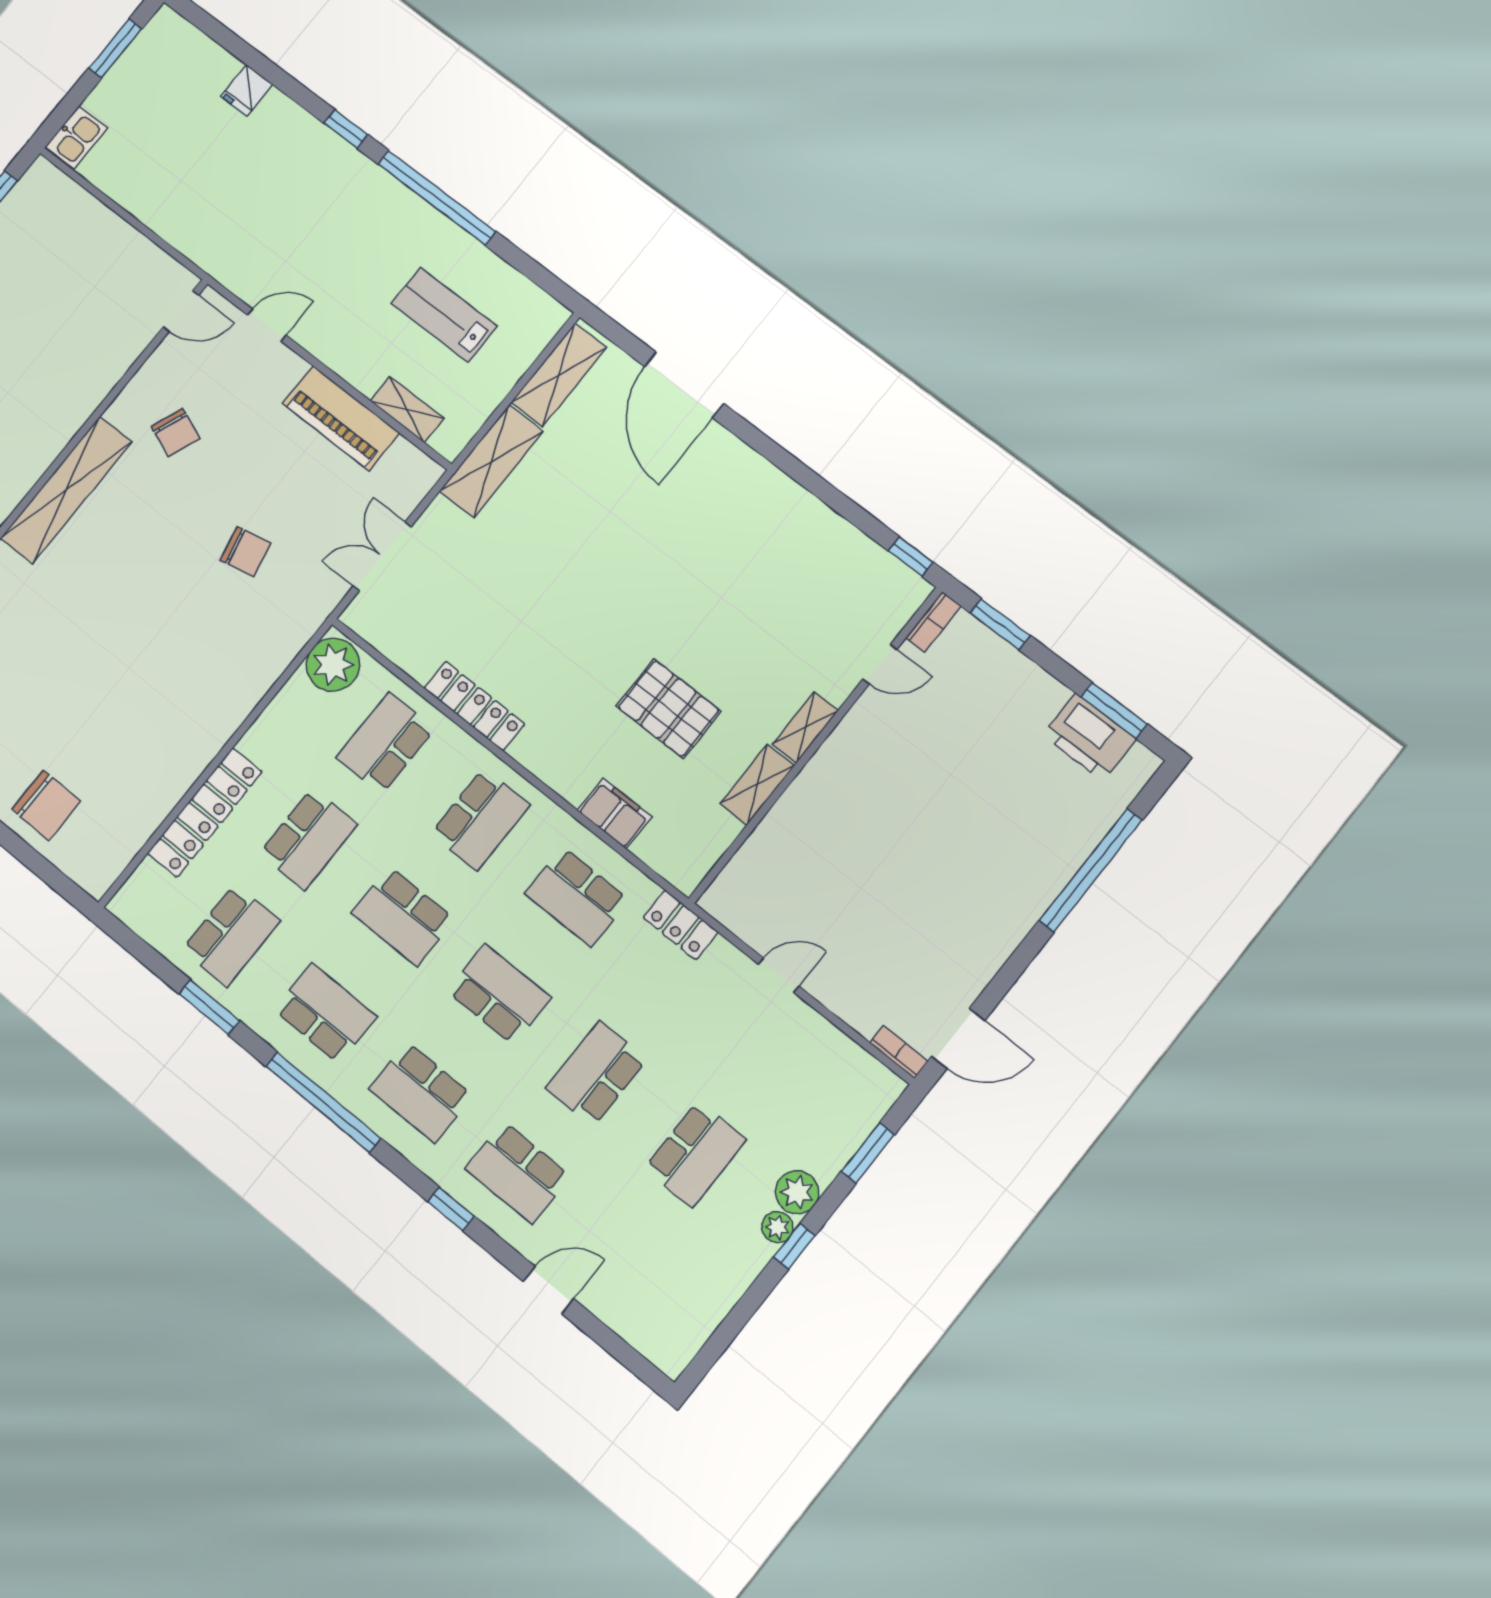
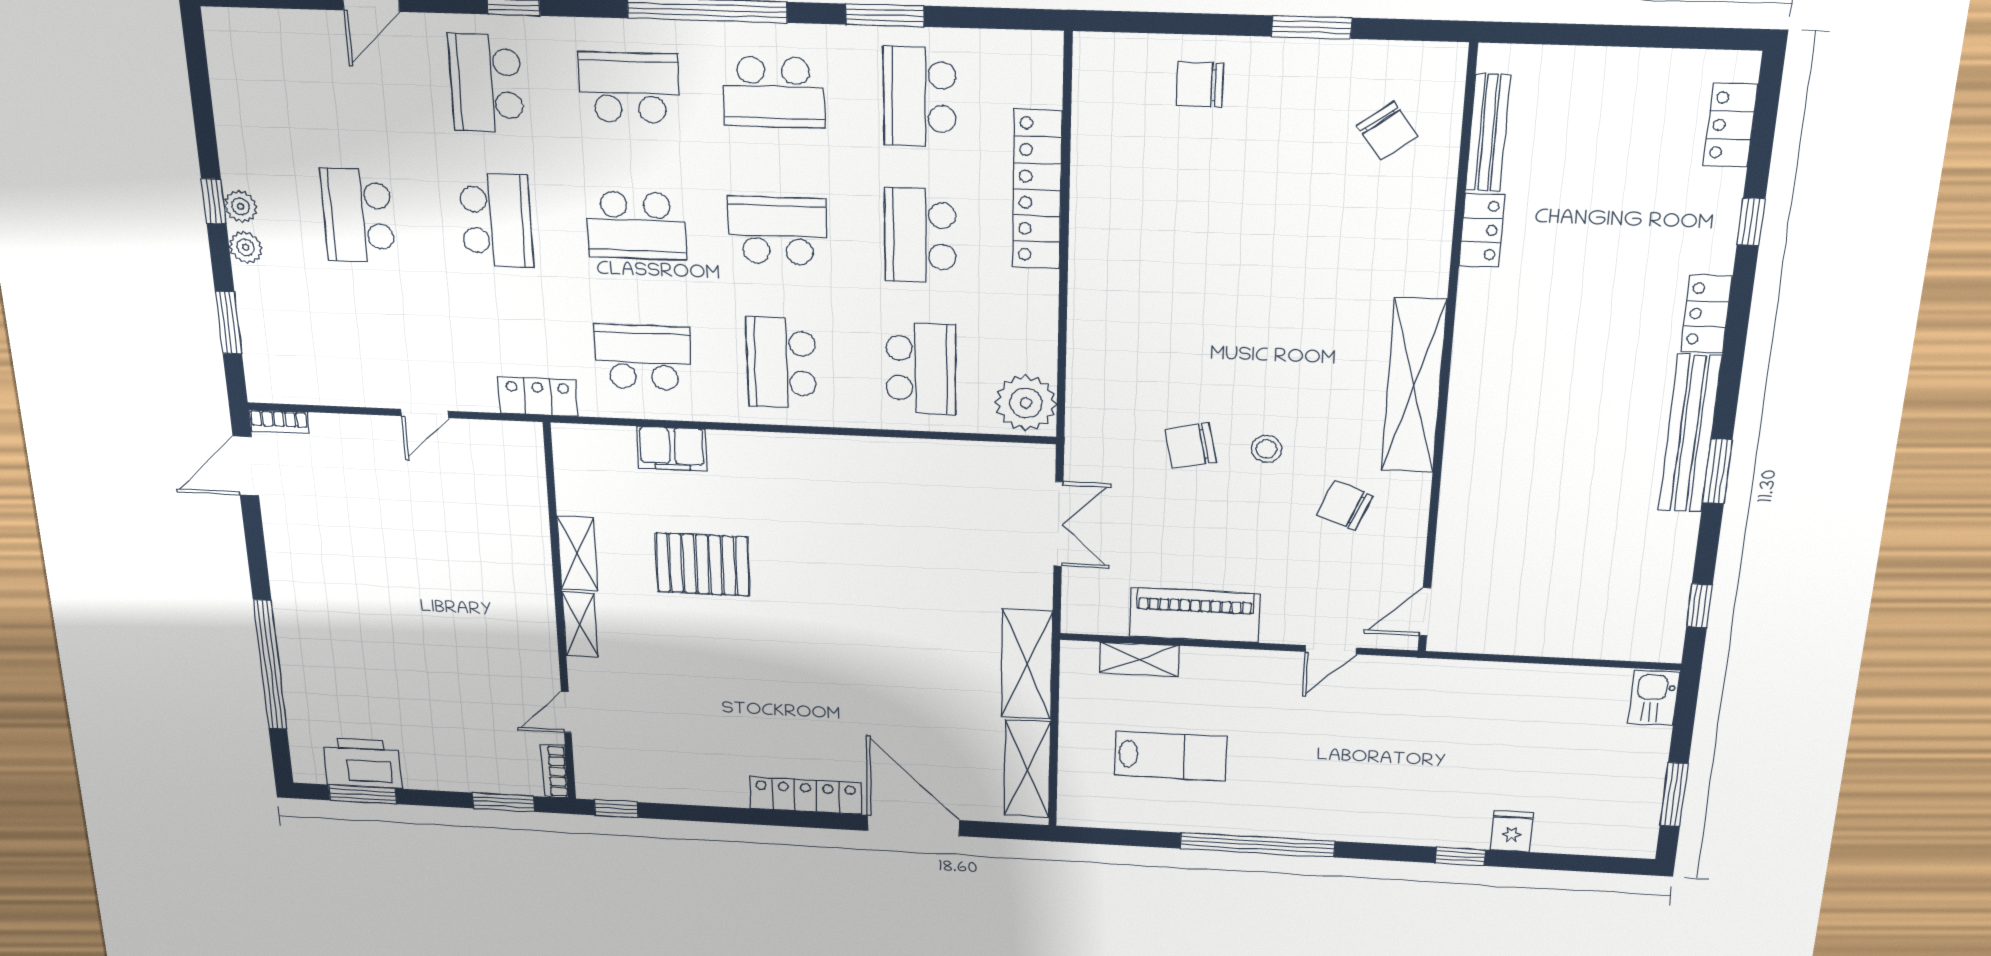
window: (346, 129) -> (1460, 856), moved
stool: (196, 512) -> (1267, 449), added
locker: (474, 706) -> (806, 796), moved, turned 180
chair: (46, 805) -> (1200, 85), width x0.73, depth x0.73
school desk: (518, 1172) -> (486, 83), turned -90
plant: (797, 1192) -> (246, 247), width x0.73, depth x0.73

